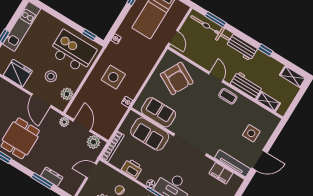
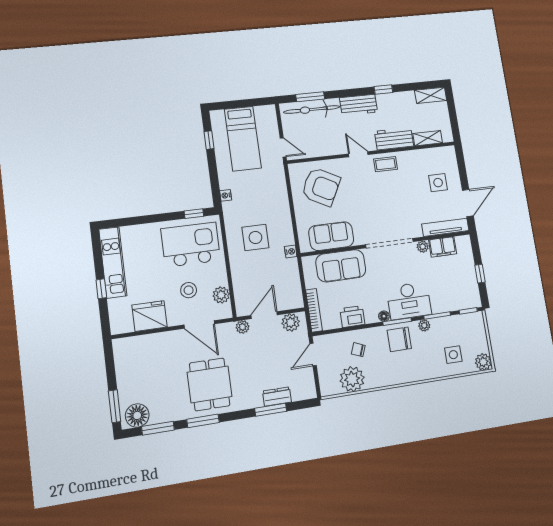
door: (82, 125) -> (264, 315), hinge flipped
plant: (209, 163) -> (423, 247), added

